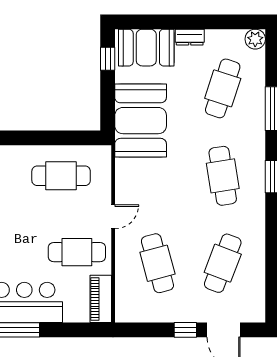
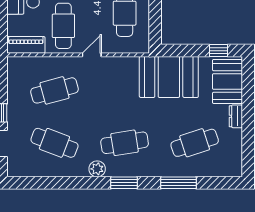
plant: (255, 39) -> (97, 169), moved
cafe table: (223, 88) -> (195, 143), turned -36
door: (113, 217) -> (92, 55), swing flipped

